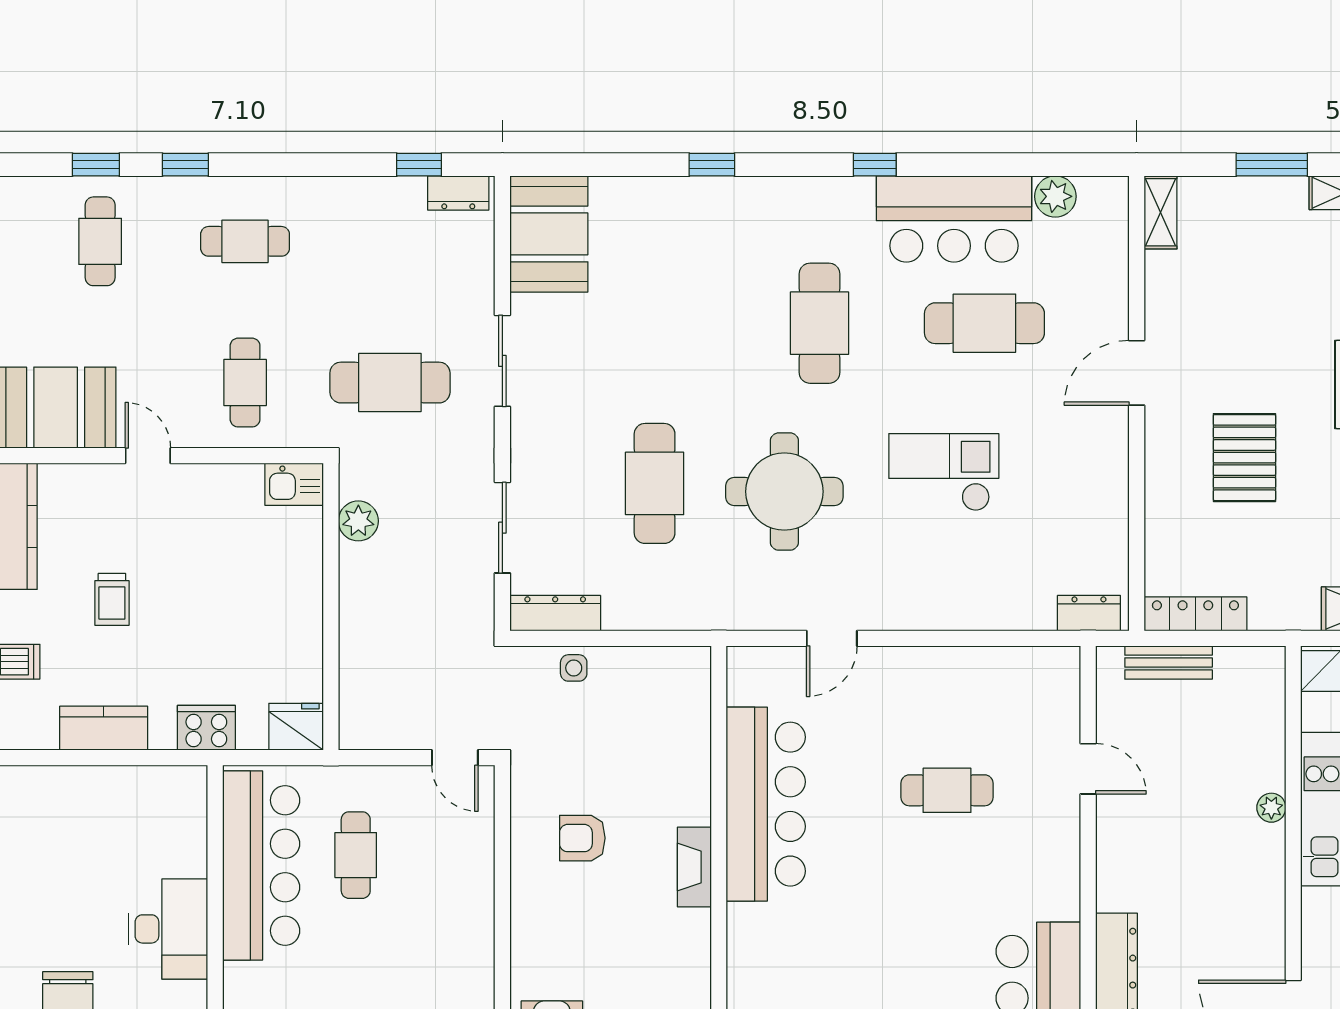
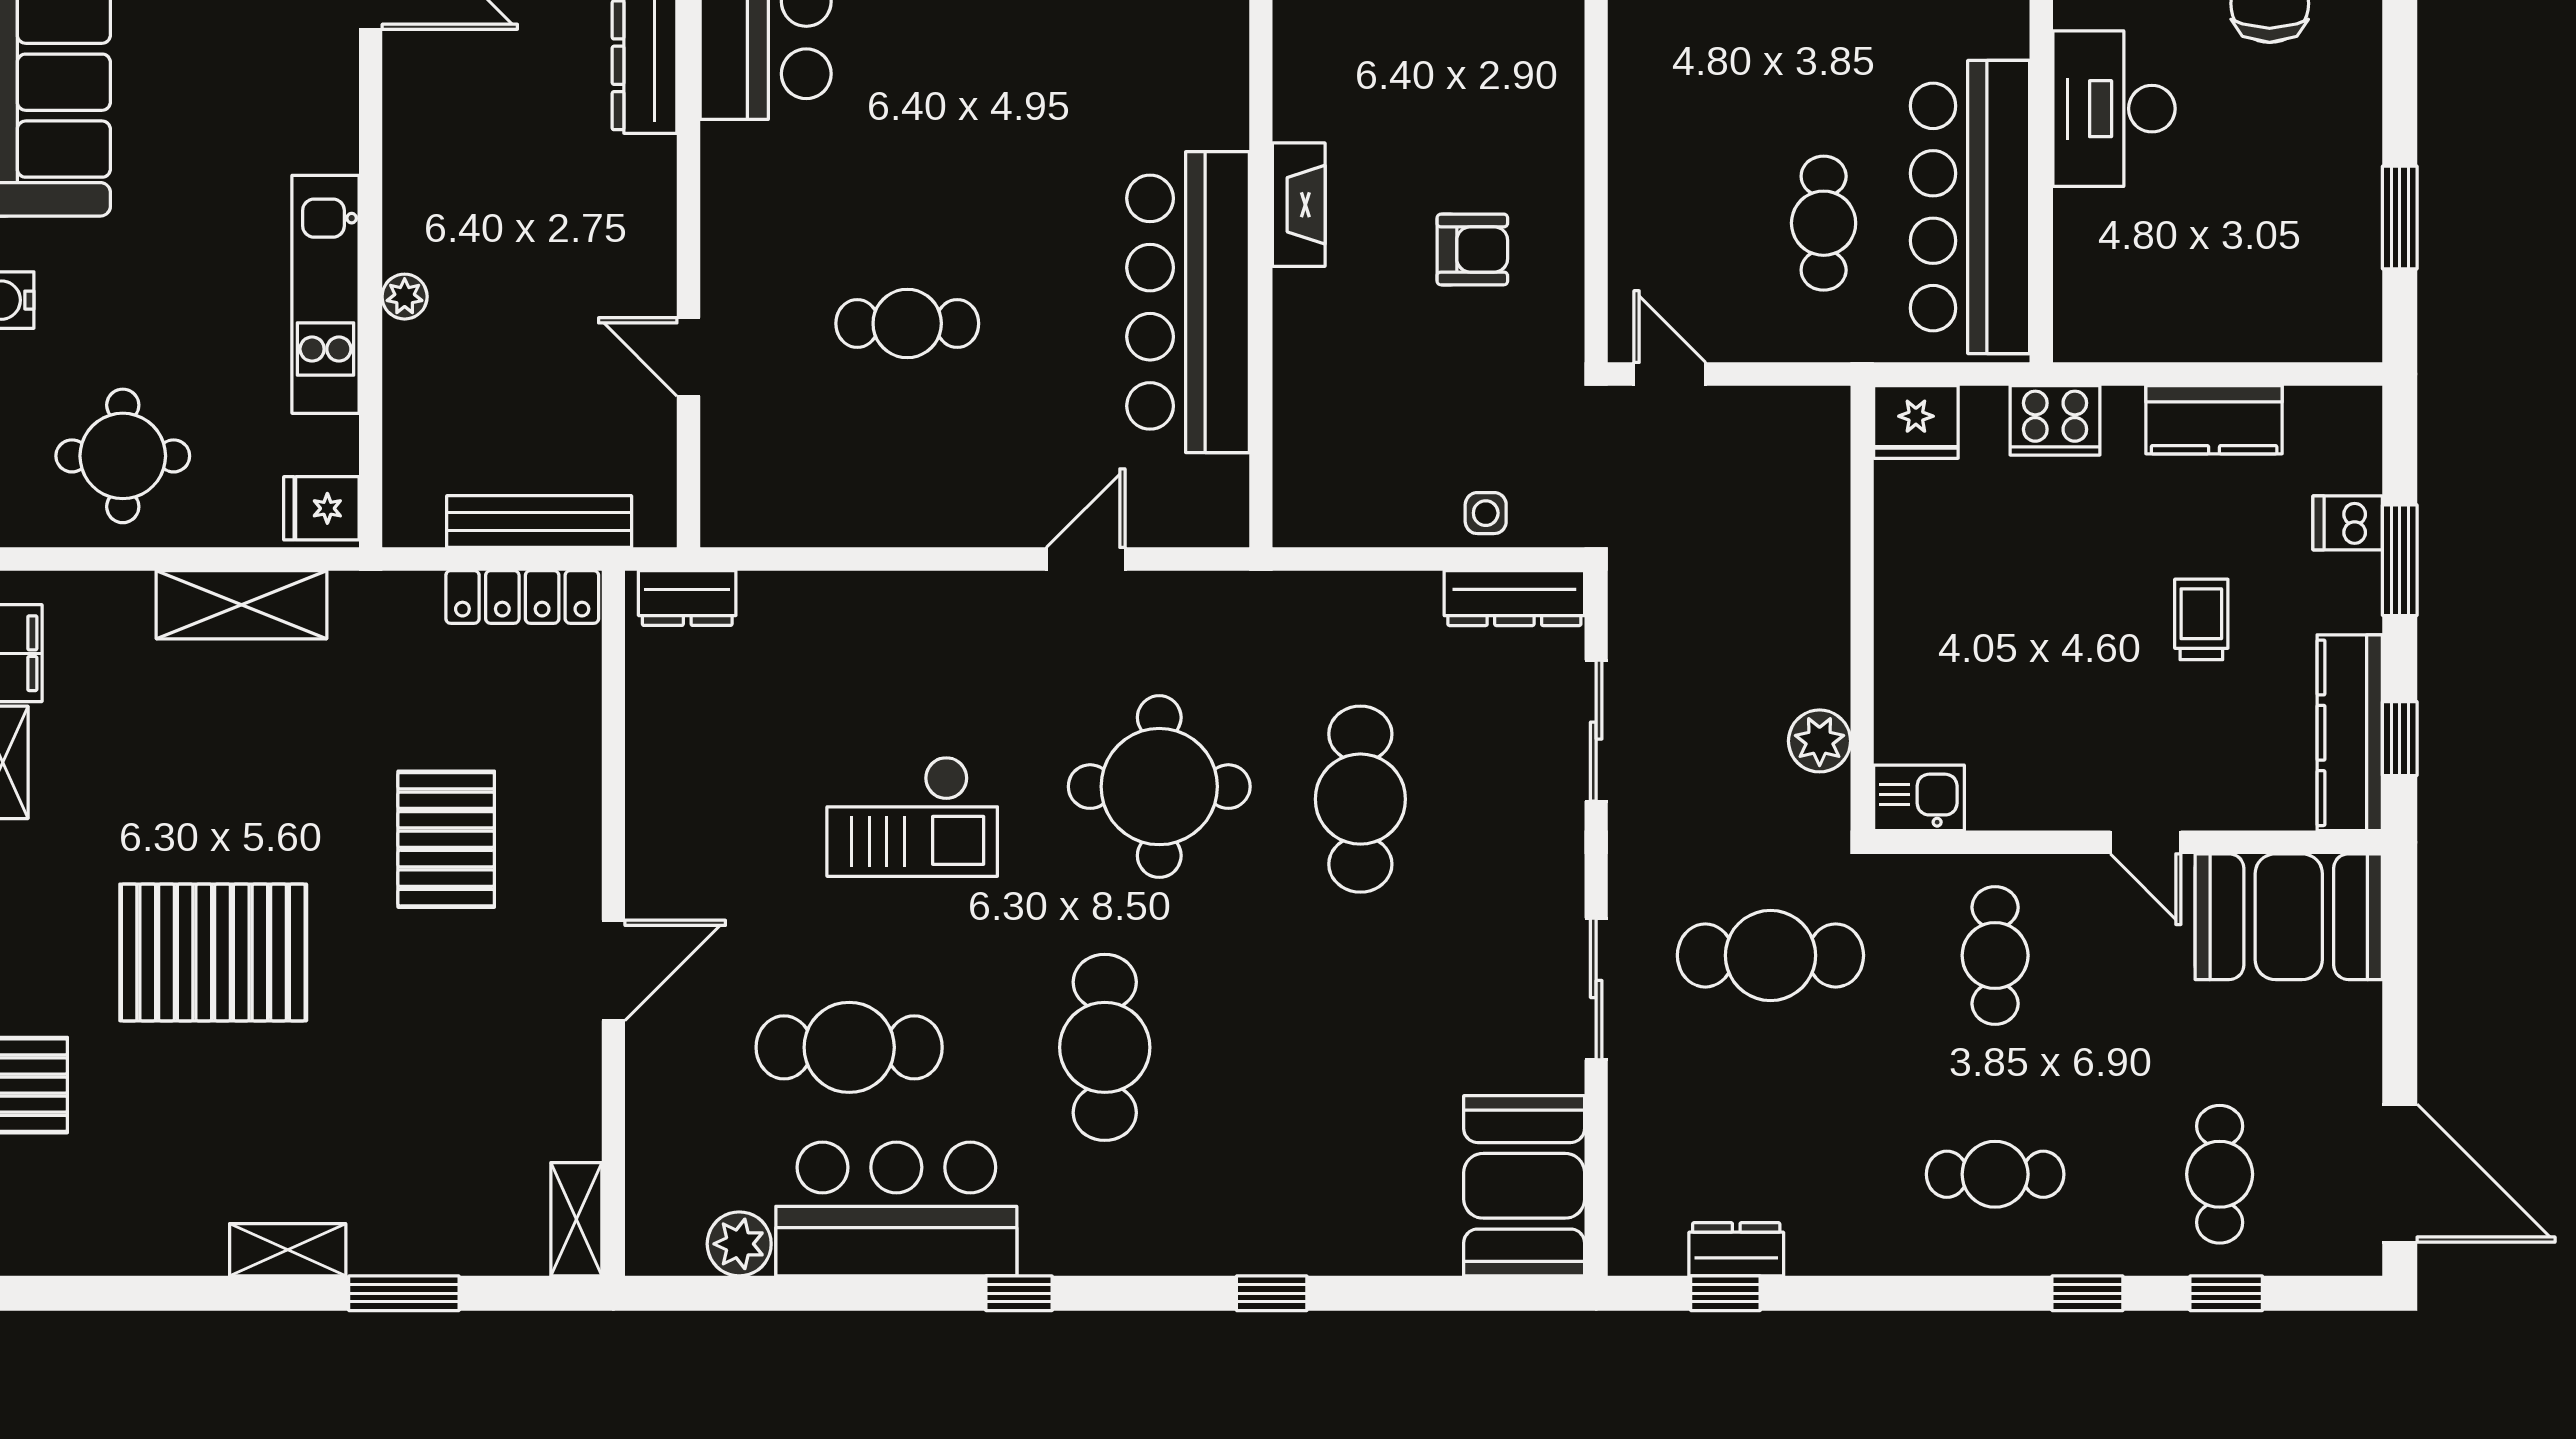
dresser: (458, 193) -> (1736, 1249), moved
bench: (1169, 662) -> (539, 522), width x1.36

